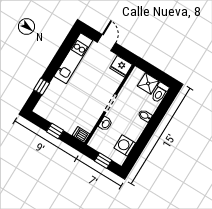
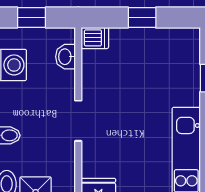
washbasin: (105, 124) -> (65, 57), moved

